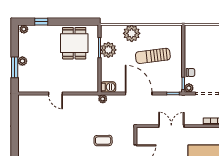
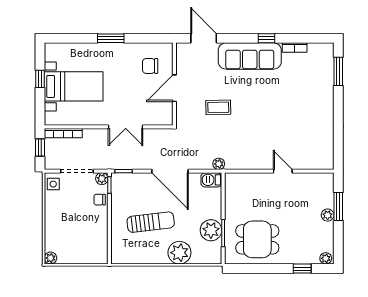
dining table: (74, 43) -> (257, 239), turned 90

